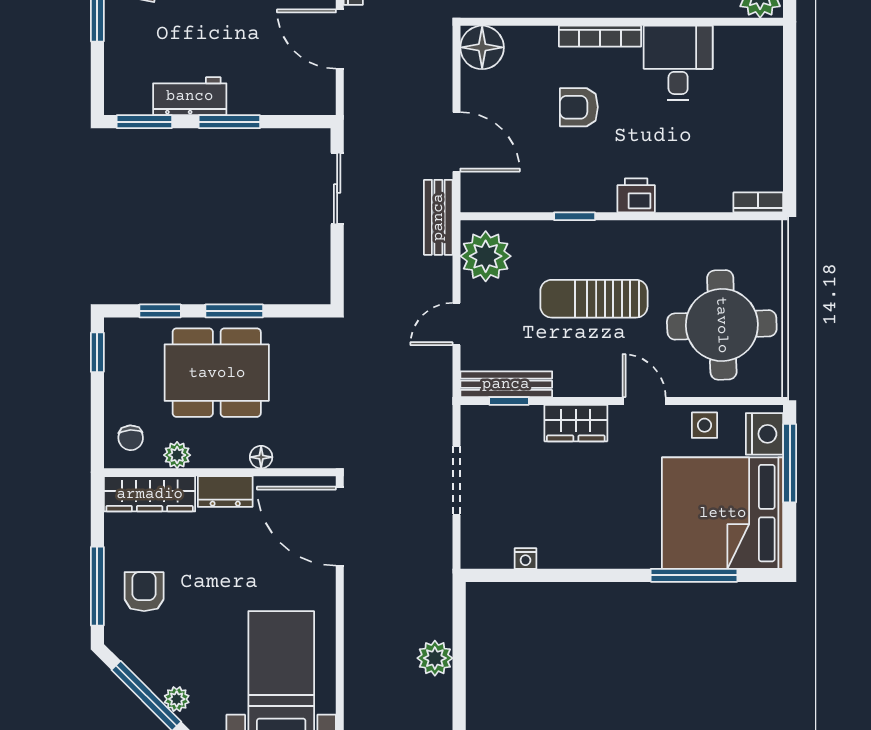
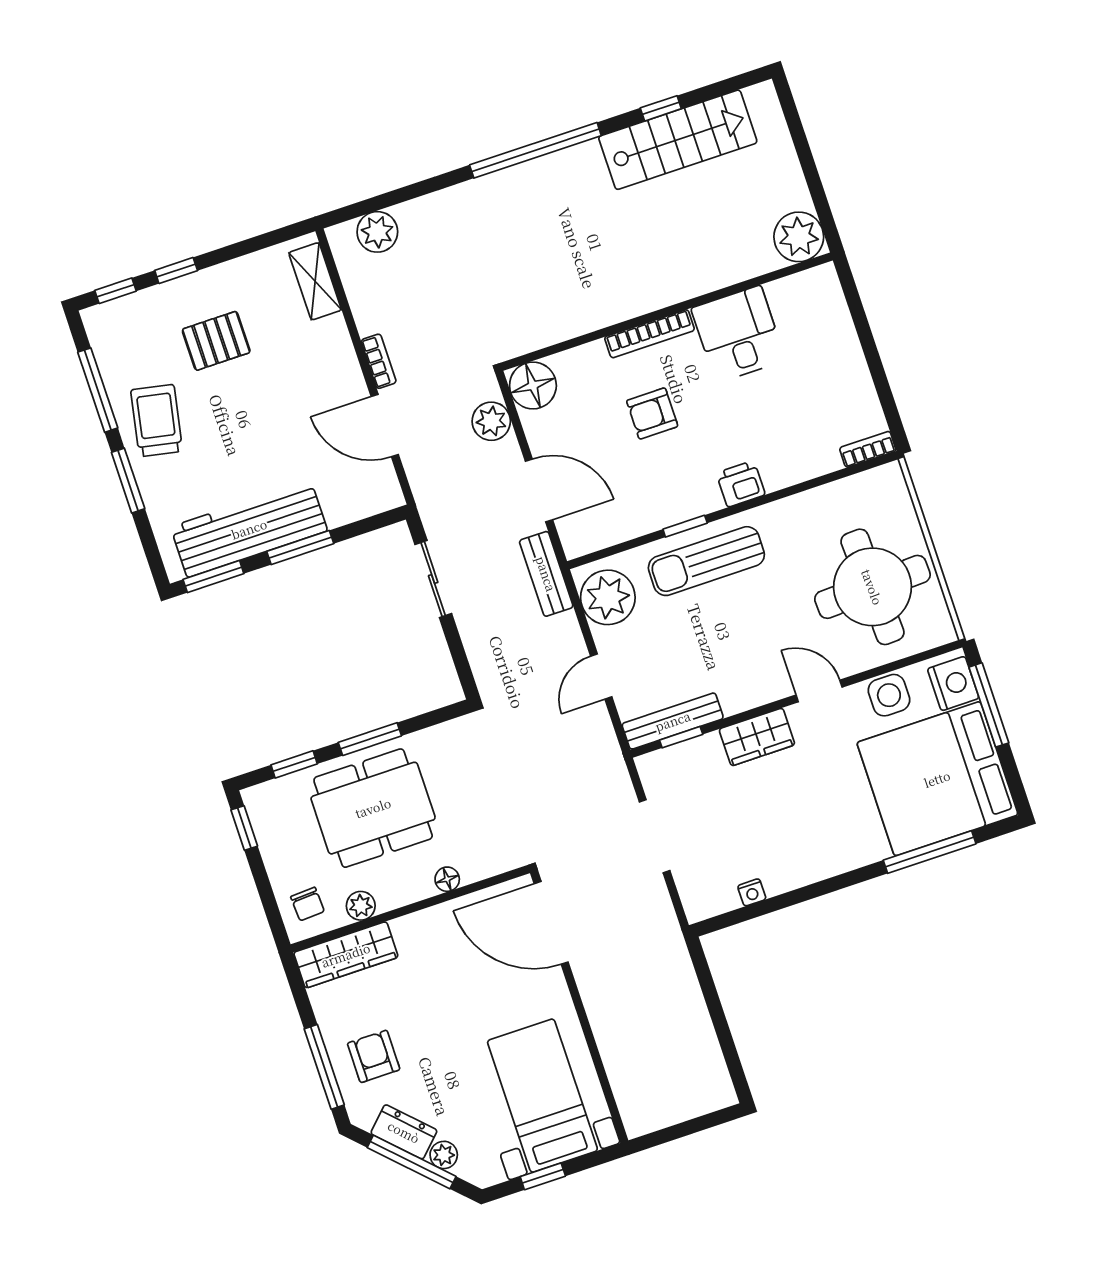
workbench: (190, 96) -> (249, 529), width x1.88, depth x1.32
sun lounger: (594, 299) -> (706, 561), moved
side table: (704, 425) -> (889, 695), width x1.37, depth x1.37
dresser: (225, 492) -> (404, 1132), moved, turned -135
plant: (435, 658) -> (491, 421), moved

